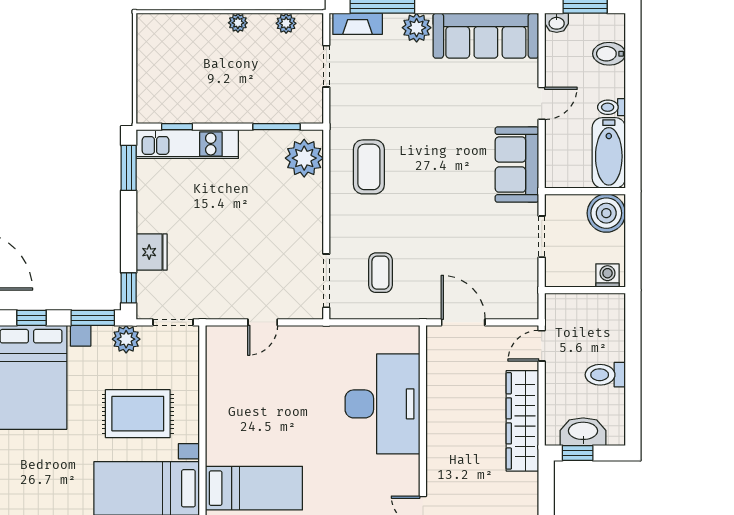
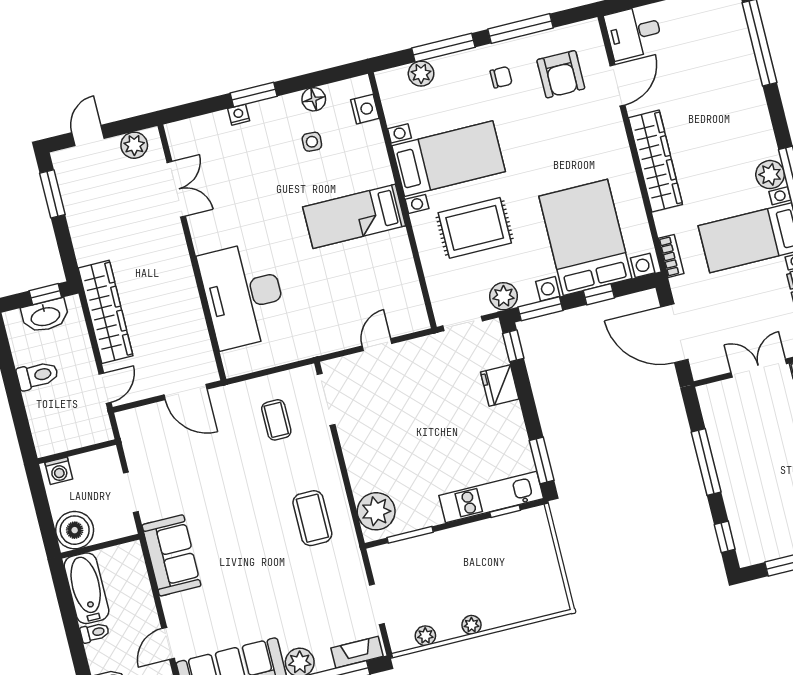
door: (542, 103) -> (168, 643), moved
bed: (254, 488) -> (354, 216), moved

